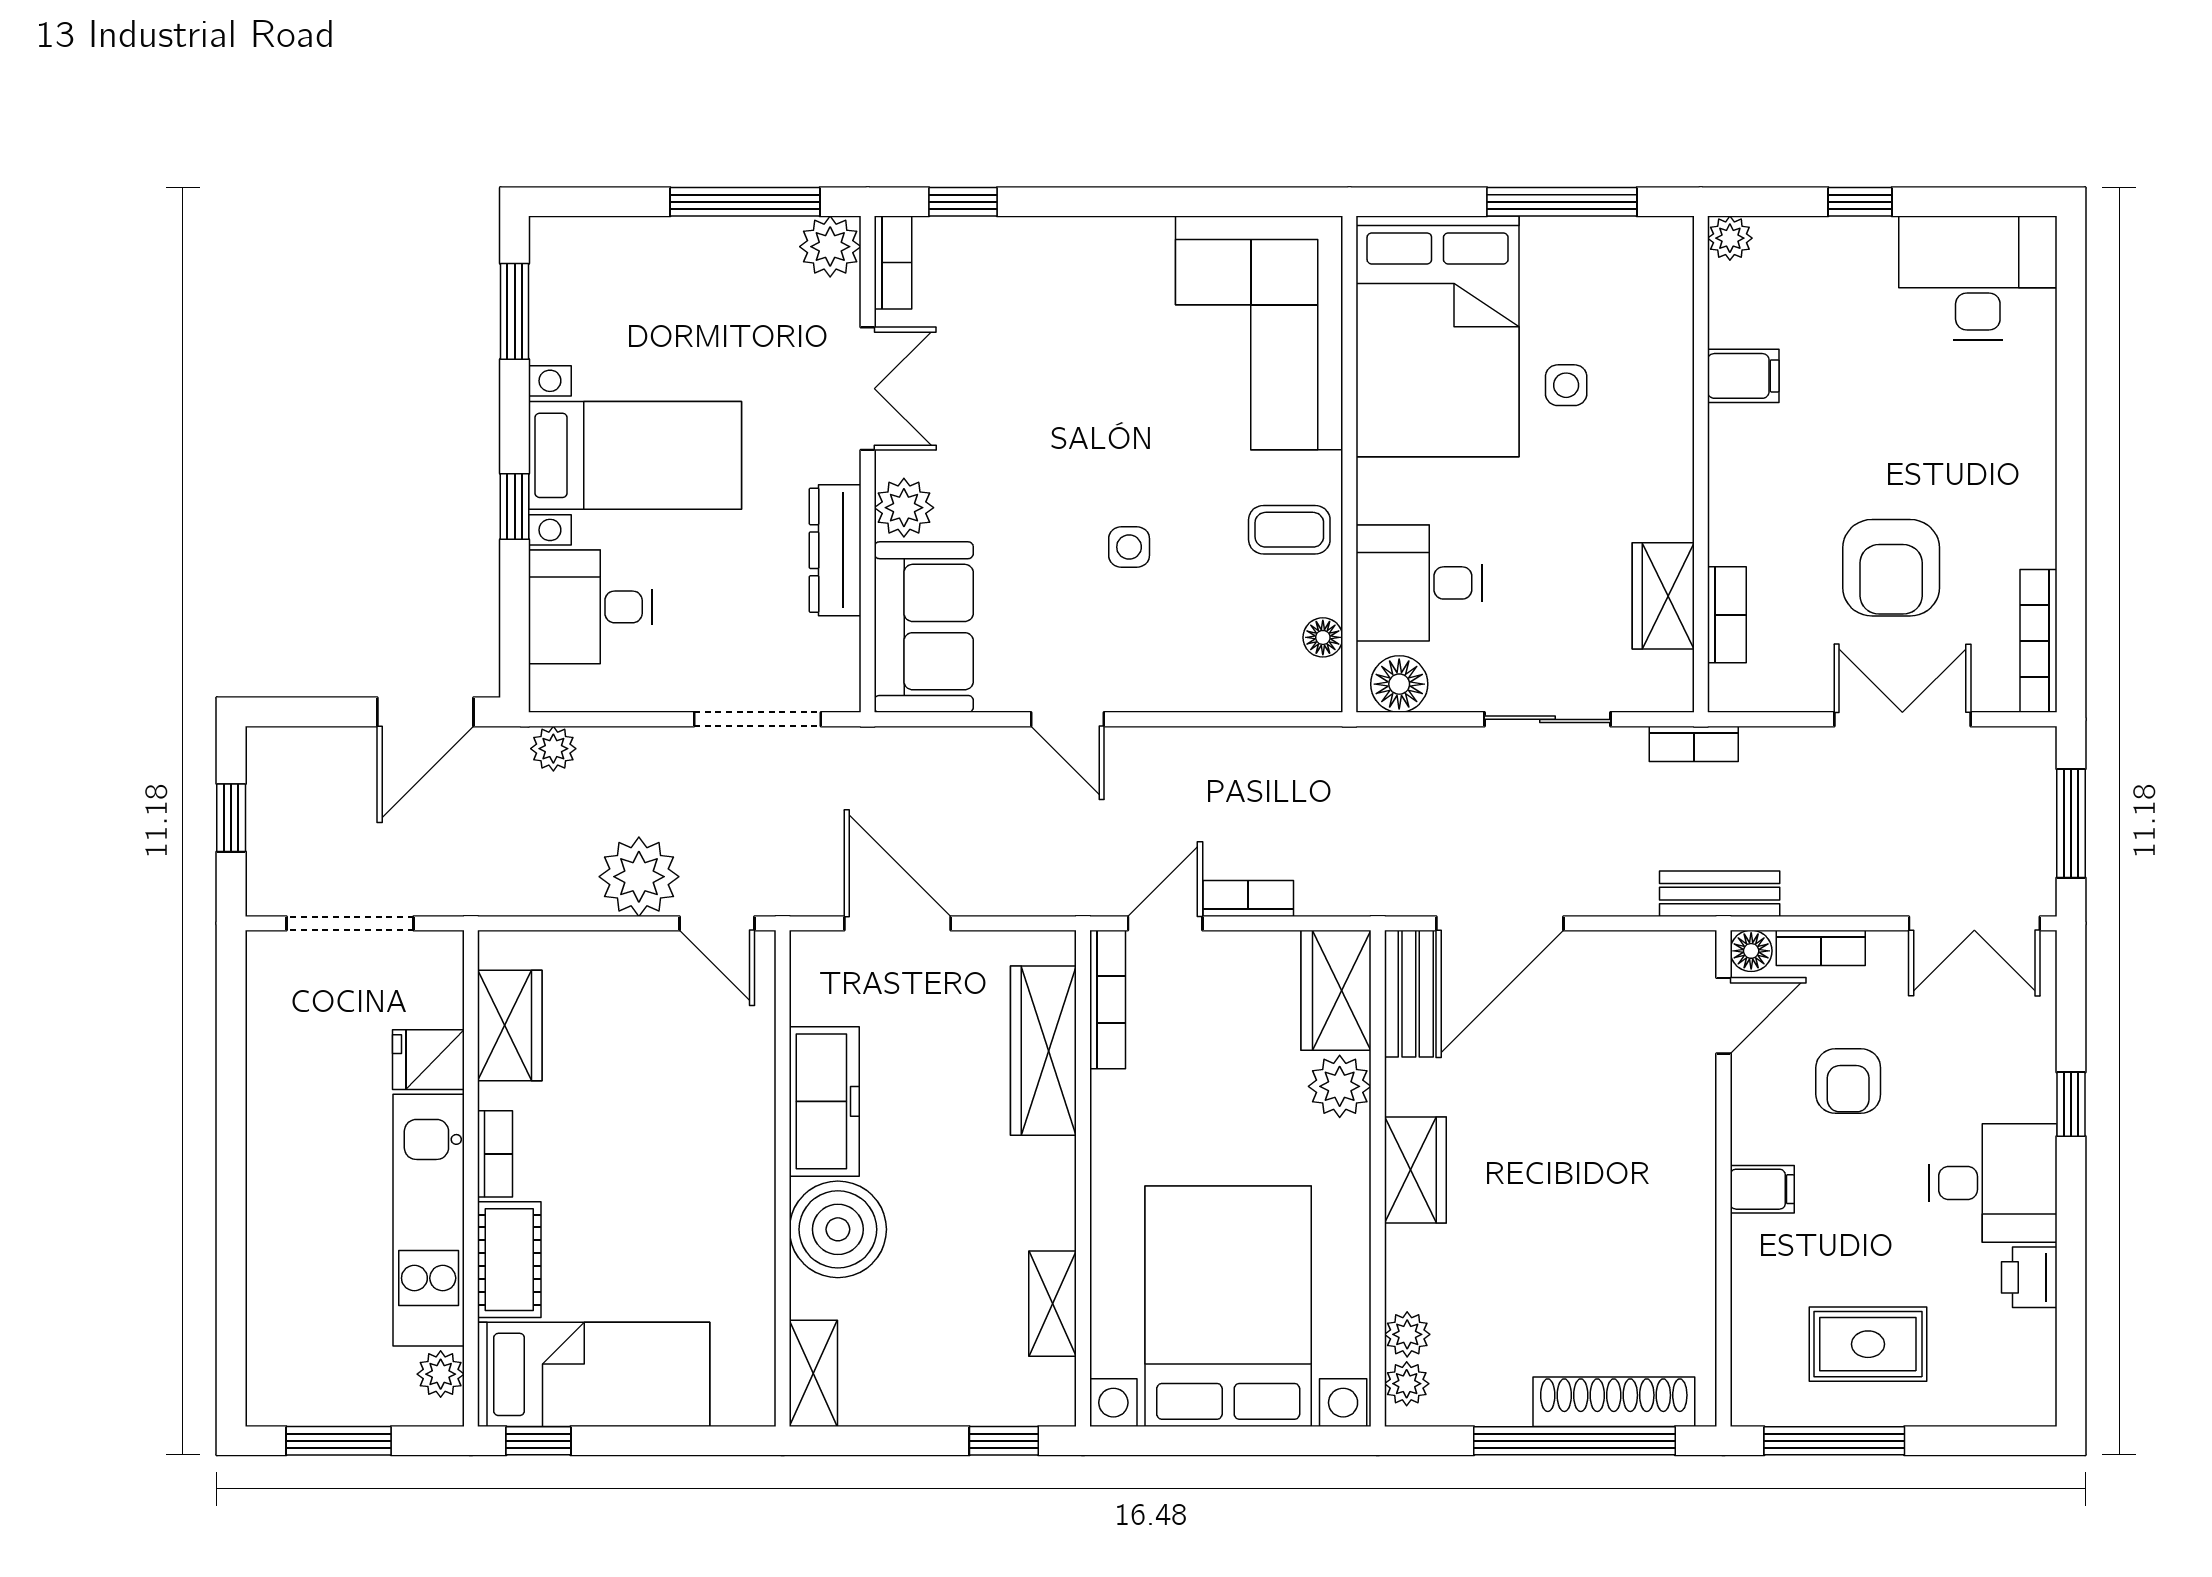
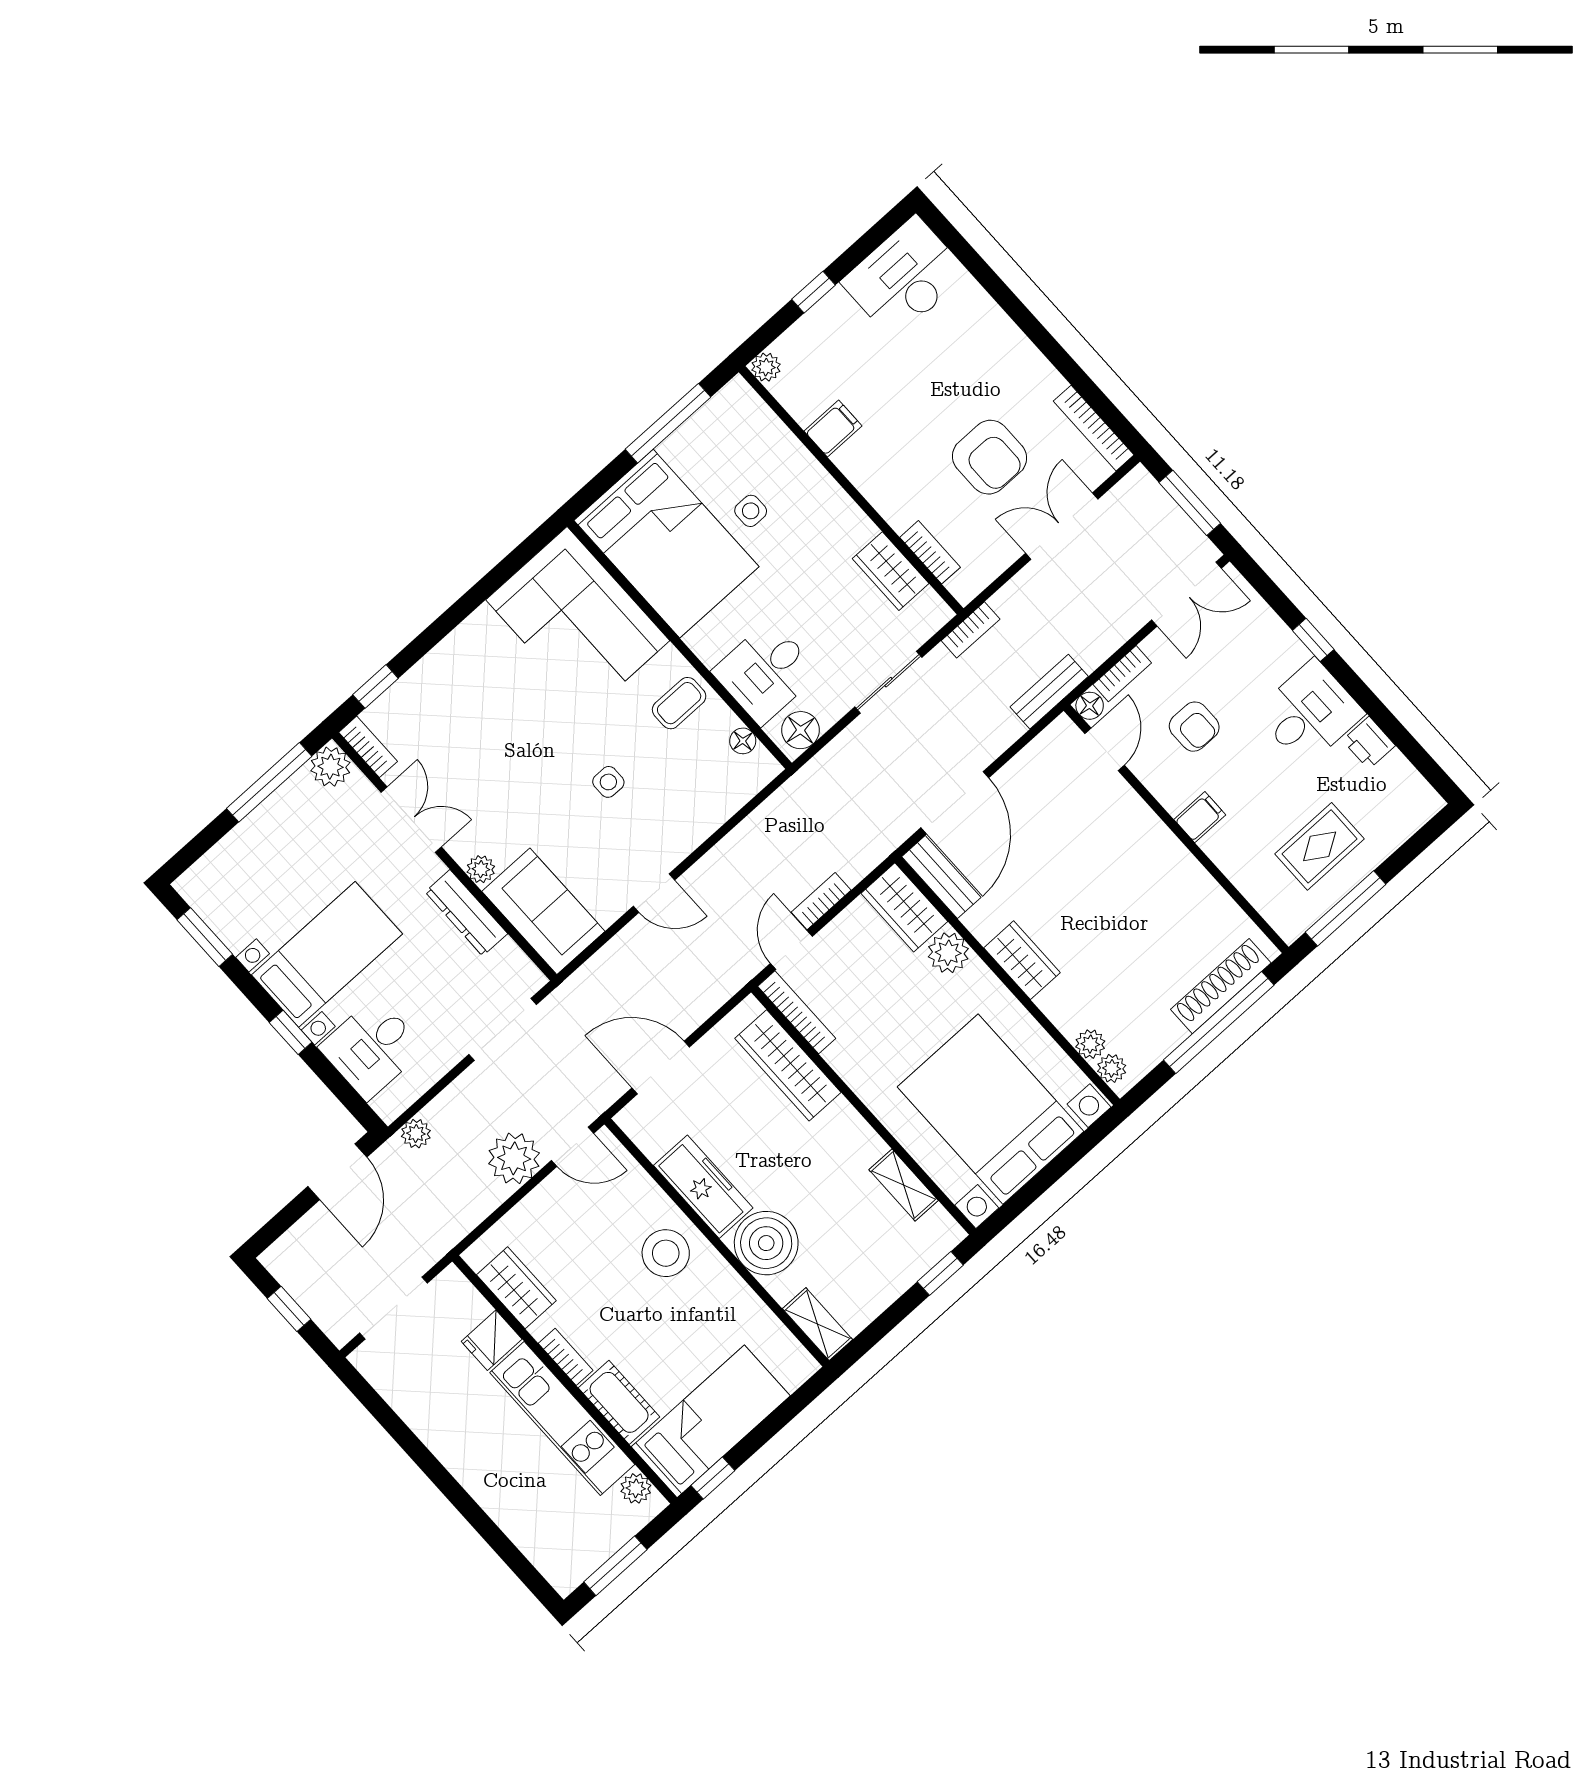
plant: (904, 508) -> (481, 869), width x0.73, depth x0.73
stool: (714, 1138) -> (666, 1253), added

